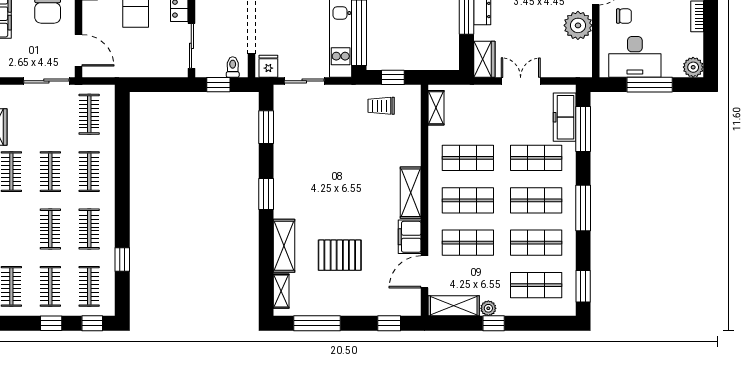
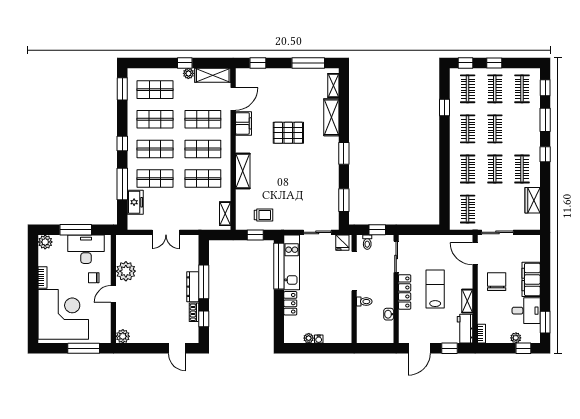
wardrobe: (484, 59) -> (191, 248), removed
freezer: (565, 117) -> (135, 202), width x0.71
window: (583, 129) -> (122, 184), moved
shelving: (411, 193) -> (243, 171), moved
window: (583, 208) -> (122, 144), width x0.46
pallet: (340, 255) -> (288, 133), moved

